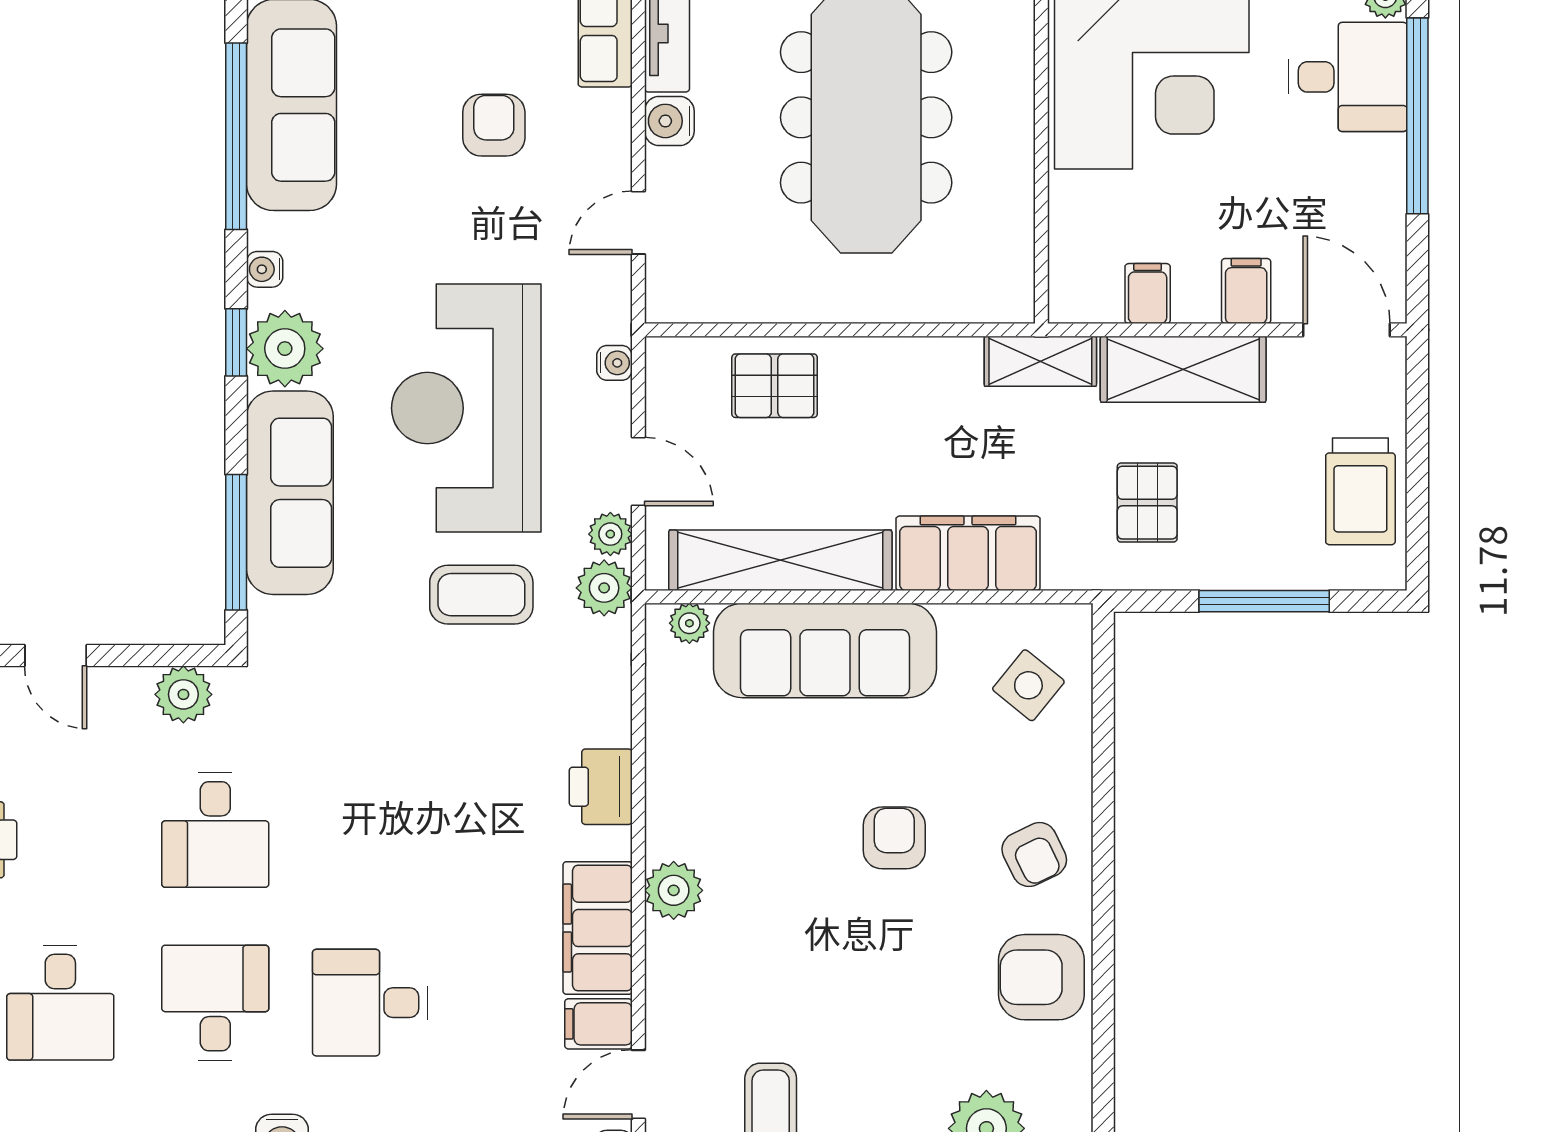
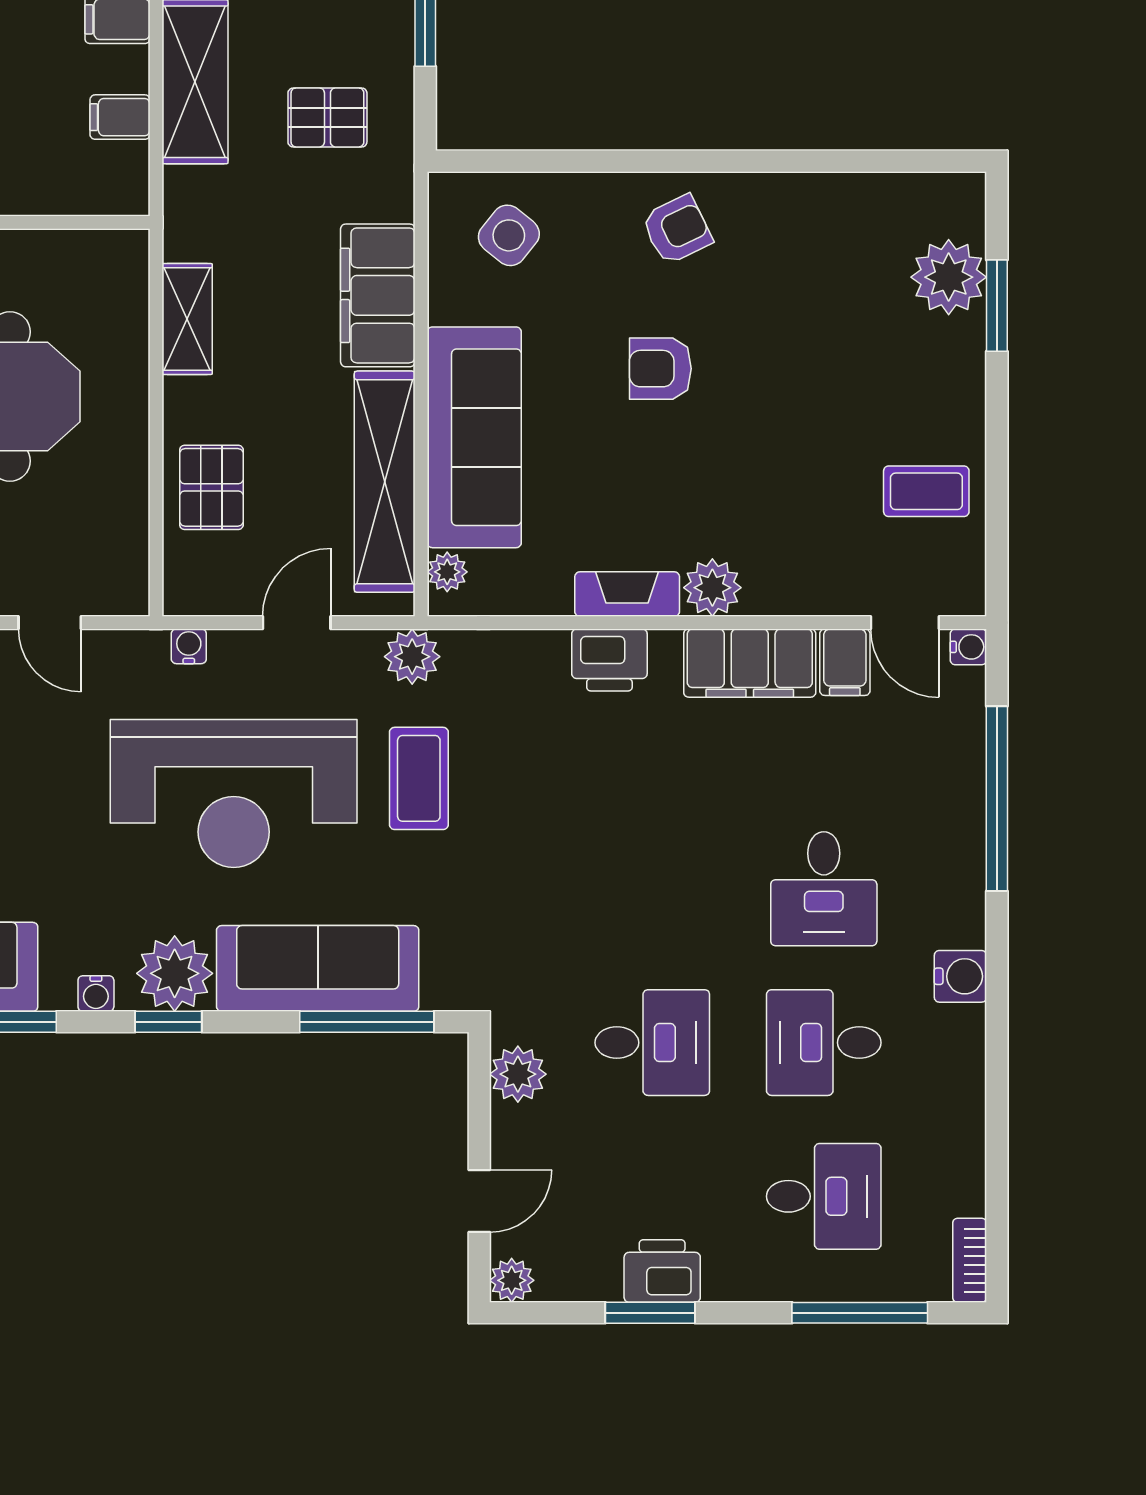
shelving: (1040, 361) -> (187, 319), moved
plant: (610, 534) -> (359, 650), removed
fireplace: (667, 804) -> (627, 594), added
armchair: (1041, 977) -> (799, 222), removed

